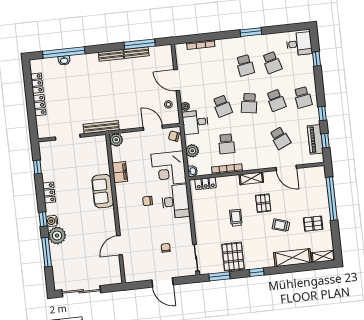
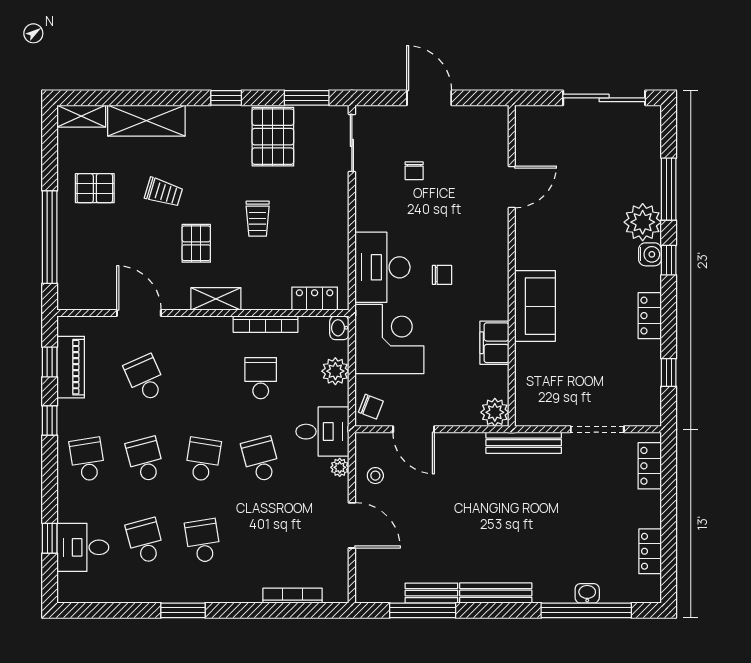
desk: (299, 44) -> (83, 547), moved
bench: (111, 55) -> (496, 593), width x1.36
locker: (40, 105) -> (650, 466), moved

